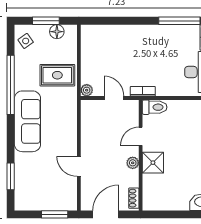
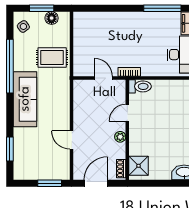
plant: (87, 90) -> (79, 71), removed
shower: (153, 163) -> (139, 166), moved

